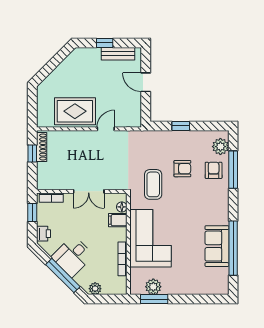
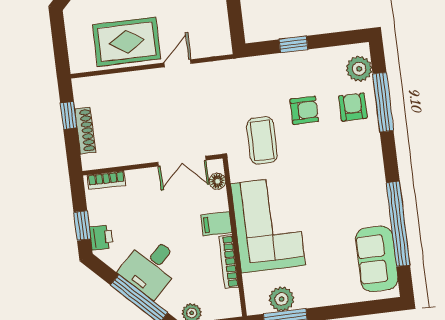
shoe rack: (42, 147) -> (85, 131), moved
double door: (89, 191) -> (182, 161), moved
window: (32, 212) -> (82, 226), moved
filing cabinet: (118, 220) -> (216, 224), moved
sofa: (217, 246) -> (377, 259), moved

